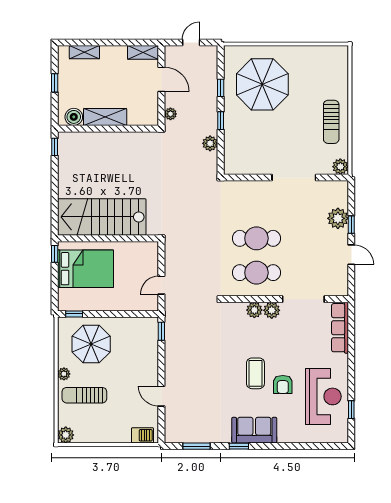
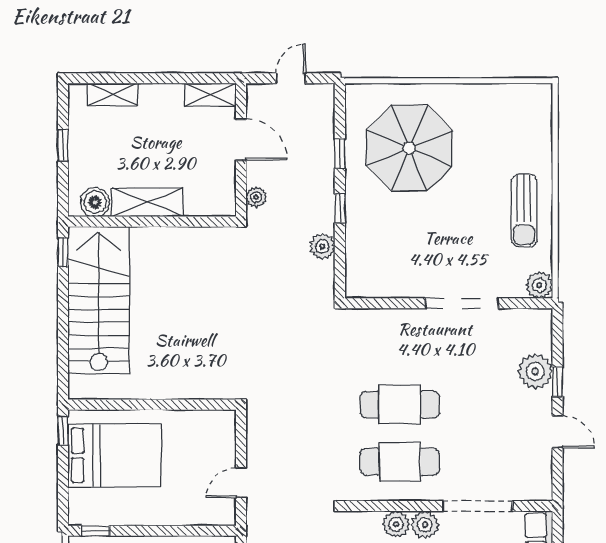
stairs: (102, 217) -> (99, 300), moved, turned 90

